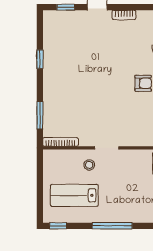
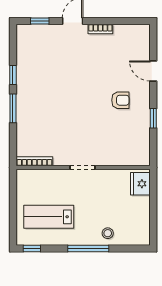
window: (40, 115) -> (13, 108), moved
stool: (89, 165) -> (108, 233), moved

